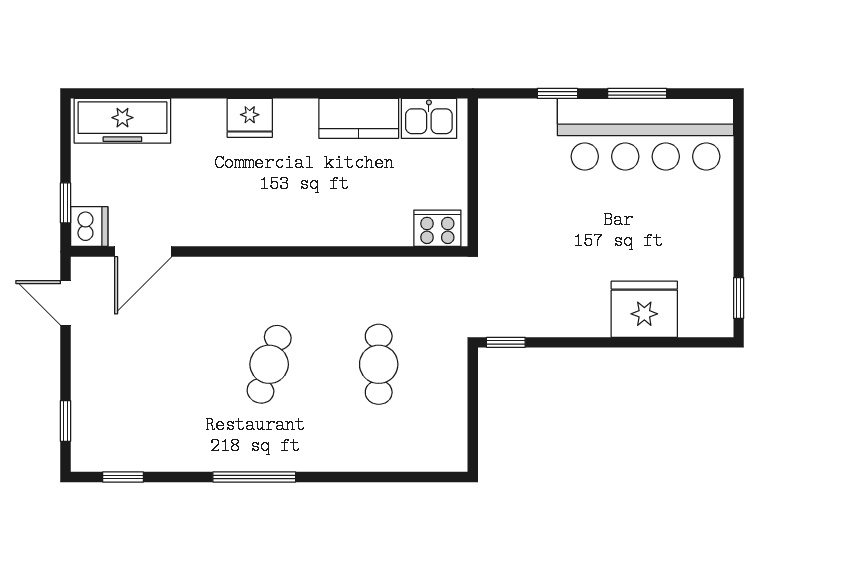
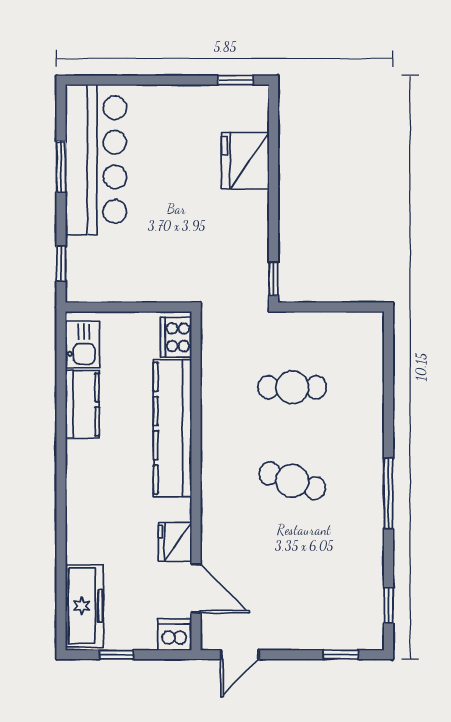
window: (557, 93) -> (61, 263), moved
fridge: (250, 118) -> (175, 542), moved, turned 180
window: (66, 203) -> (117, 655), moved
kitchen counter: (331, 224) -> (172, 428), added

